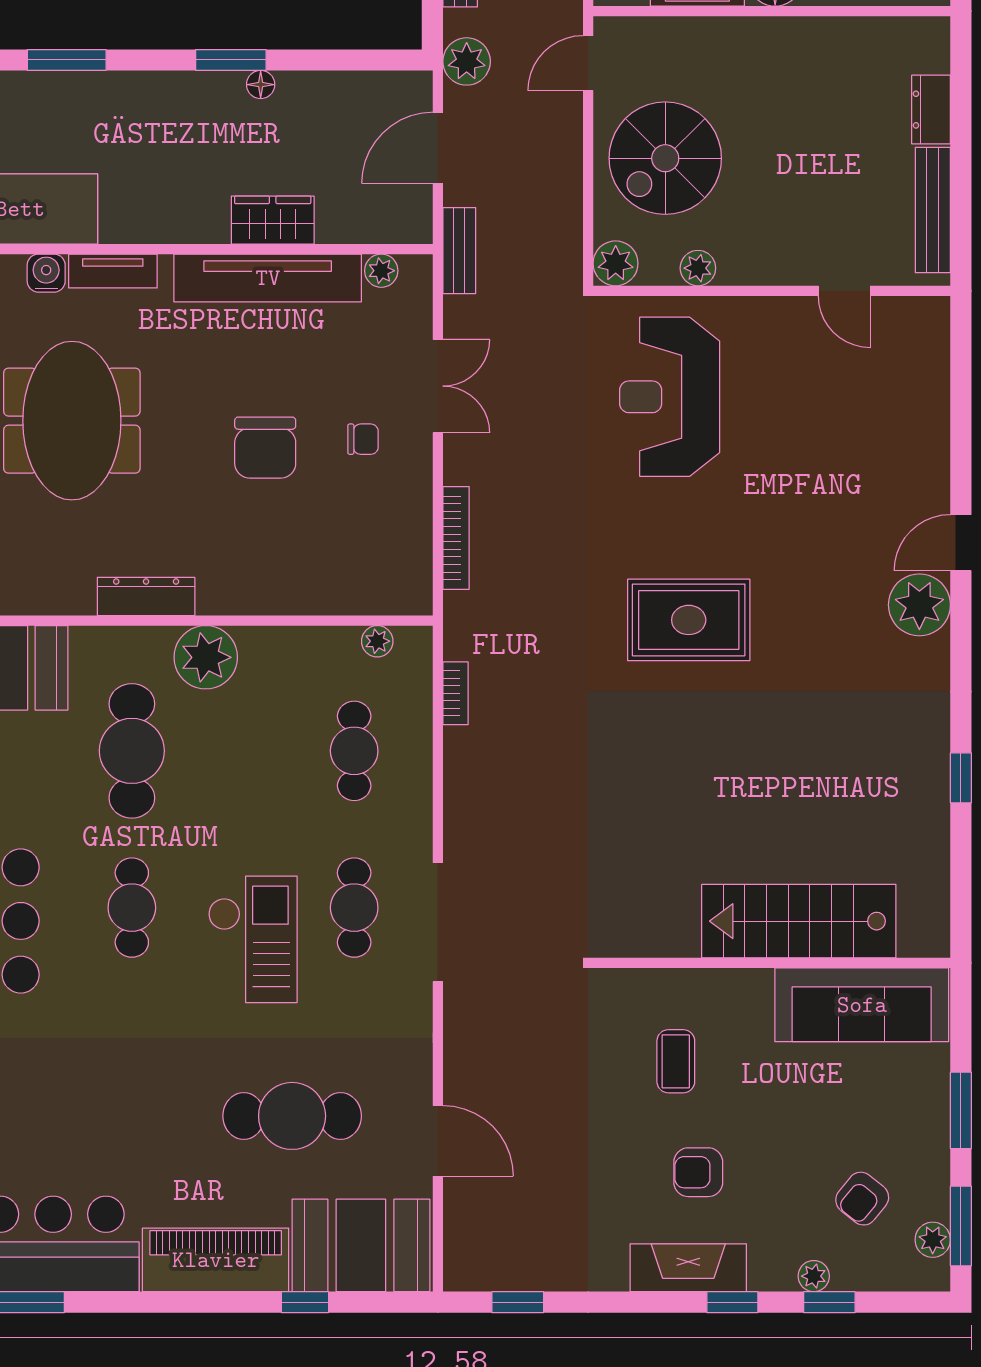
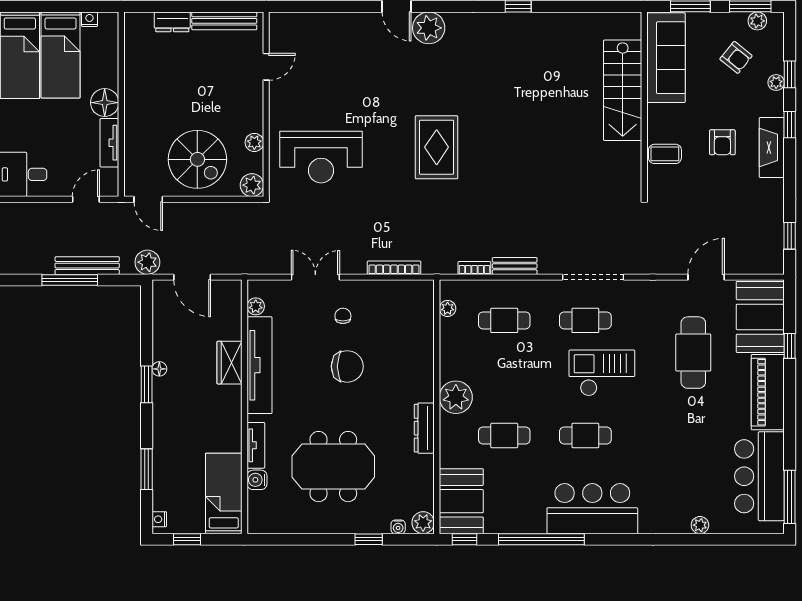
bench: (459, 251) -> (515, 266), moved
cafe table: (132, 751) -> (504, 436), width x0.73, depth x0.74
stairs: (799, 921) -> (623, 90), moved
wall: (772, 963) -> (644, 104), moved
sofa: (862, 1005) -> (666, 58), moved

